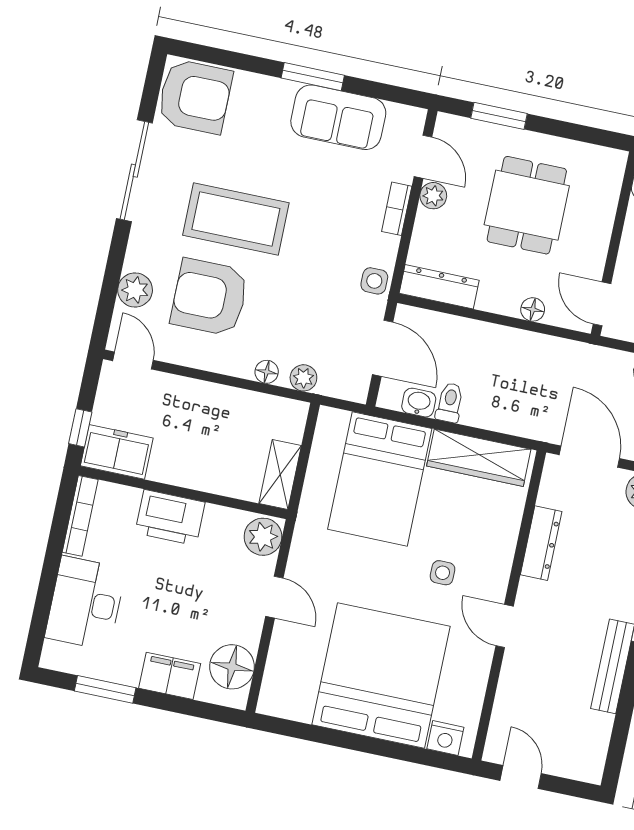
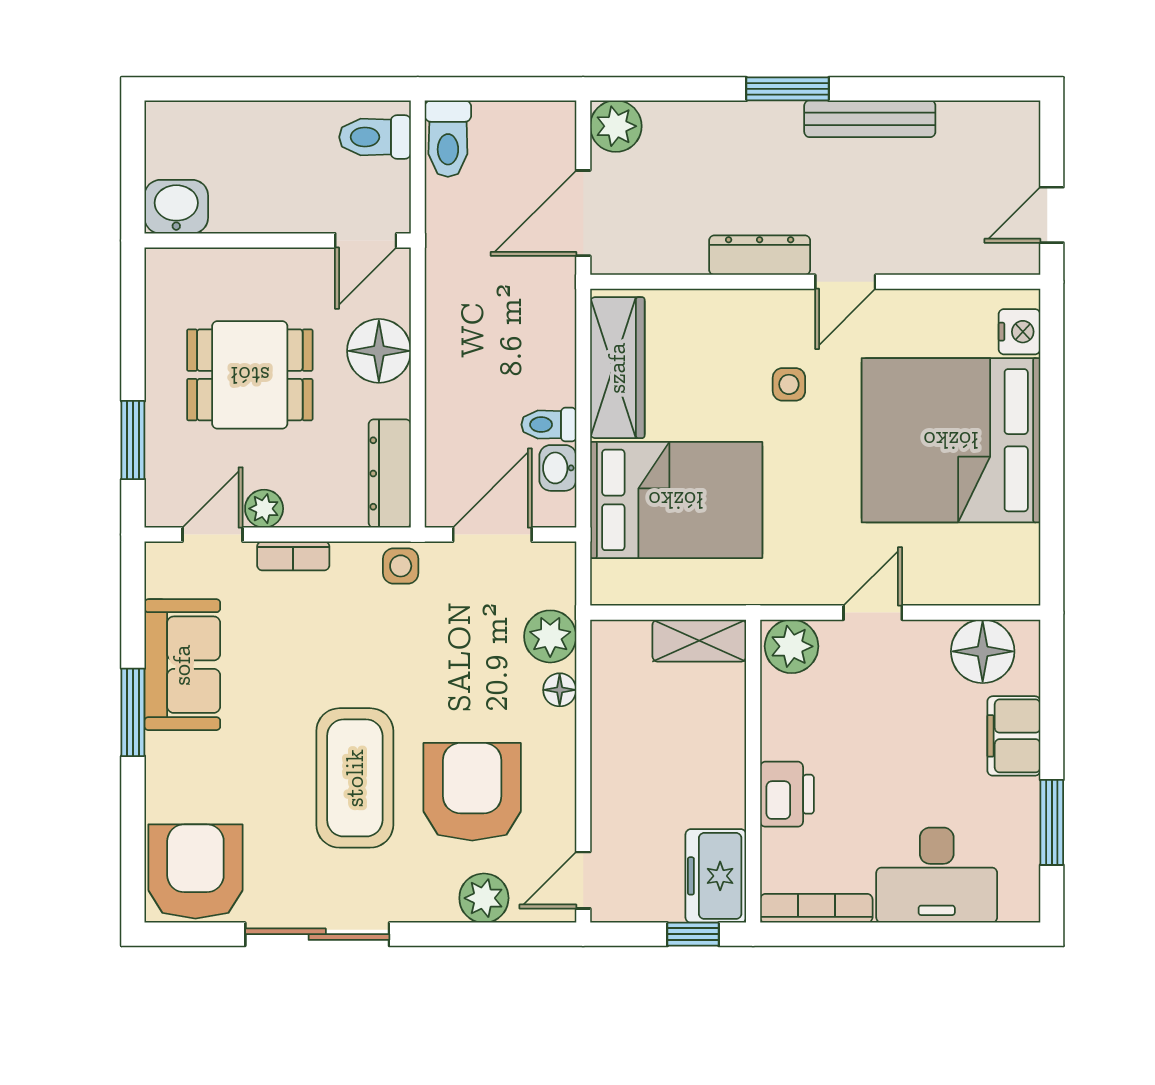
armchair: (209, 297) -> (472, 792), turned 180
floor lamp: (533, 309) -> (379, 351), width x1.89, depth x1.89
plant: (303, 378) -> (550, 636), width x1.38, depth x1.38
printer: (170, 518) -> (787, 794), width x0.73, depth x0.84
dresser: (541, 543) -> (760, 255), moved

